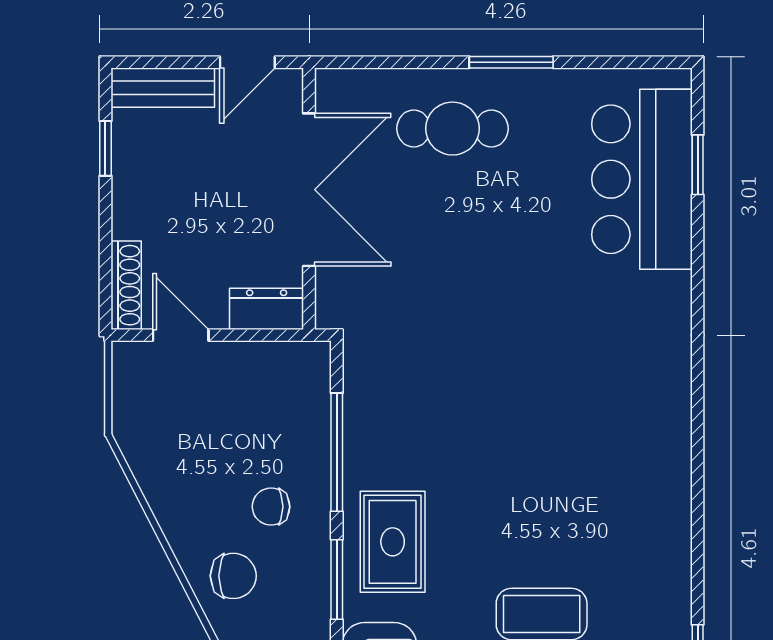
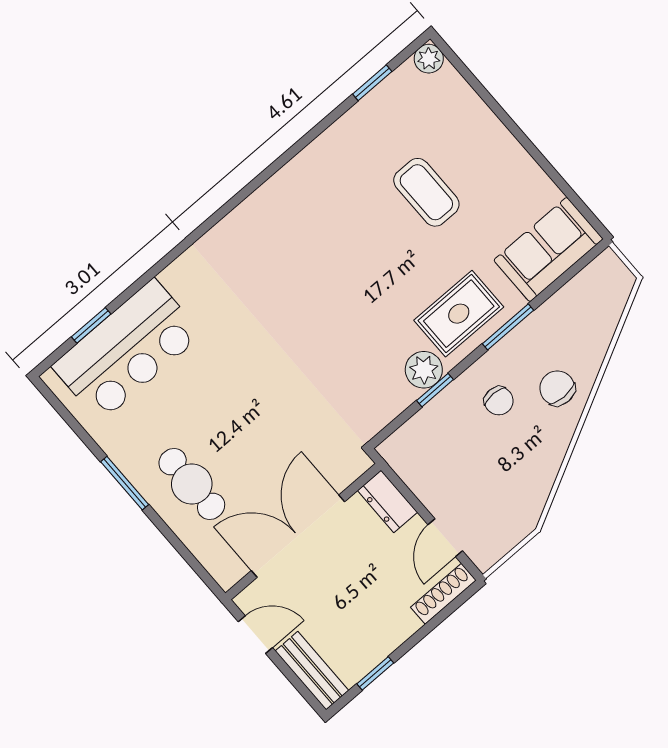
window: (337, 452) -> (435, 390), width x0.46
plant: (367, 459) -> (424, 370), added

